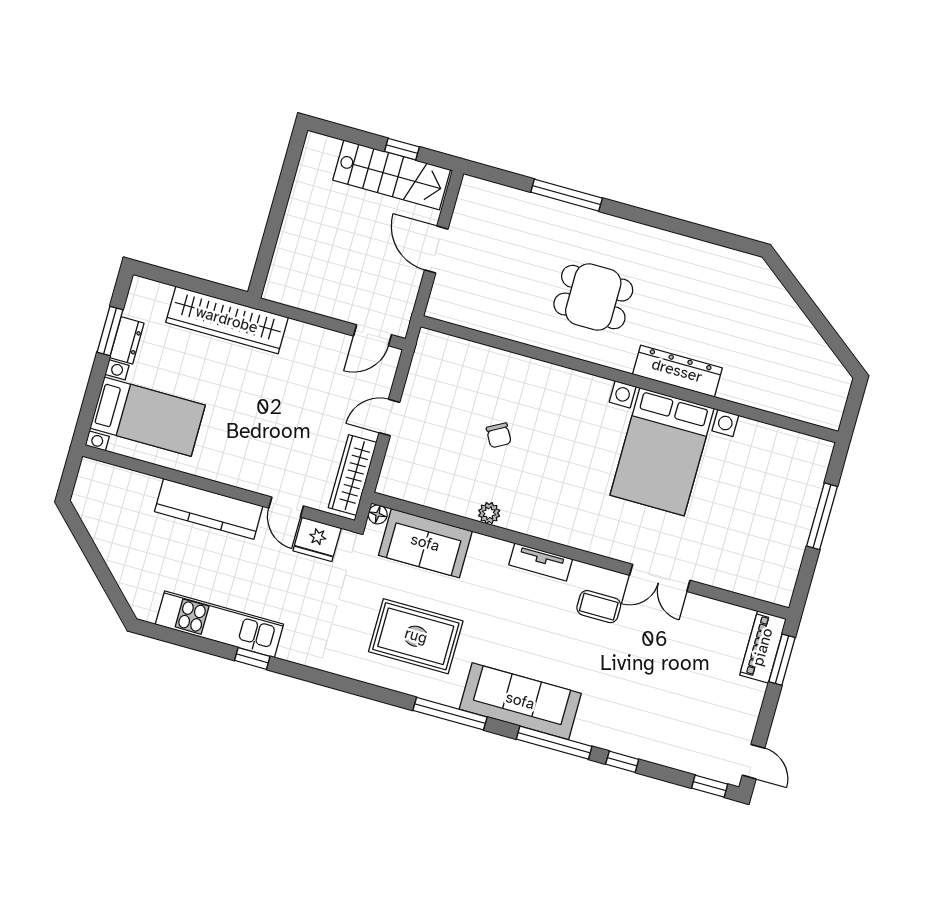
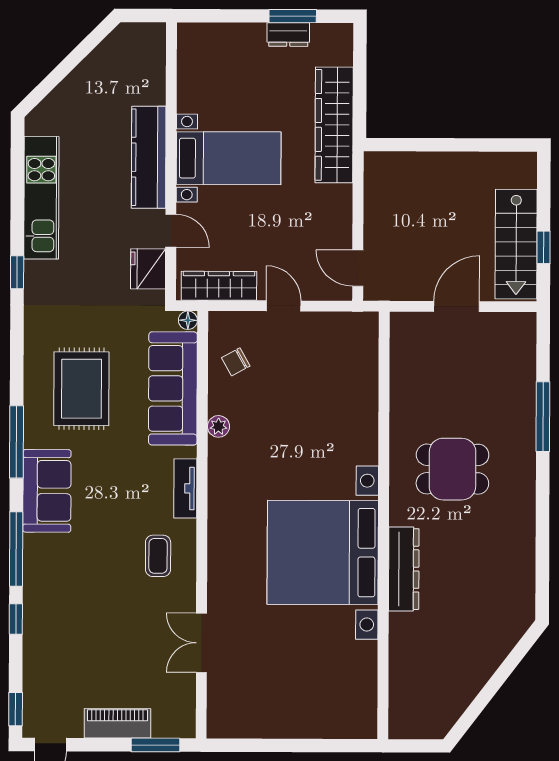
dining table: (593, 297) -> (452, 469), turned 90
bed with nightstands: (148, 417) -> (229, 158), moved, turned -90
chair: (499, 435) -> (236, 362), moved
bed with nightstands: (662, 452) -> (323, 552), width x1.36
door: (286, 507) -> (171, 231), swing flipped
window: (822, 516) -> (303, 745), removed
sofa: (425, 543) -> (173, 388), width x1.36
double door: (660, 578) -> (201, 643), moved
piano: (763, 647) -> (117, 723), moved
window: (252, 658) -> (17, 272), moved
sofa: (520, 701) -> (47, 491), width x0.73

